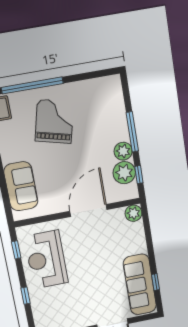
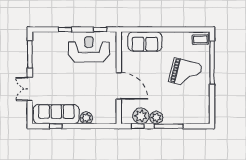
plant: (133, 213) -> (86, 118), moved

